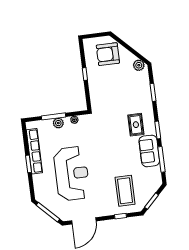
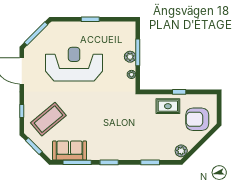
armchair: (108, 54) -> (197, 119), turned -90
rug: (136, 125) -> (168, 106), moved
row of seats: (34, 151) -> (103, 27), removed
sofa: (149, 151) -> (70, 150), moved
reception desk: (72, 174) -> (74, 64), turned 180
coffee table: (125, 191) -> (48, 119), turned -40

